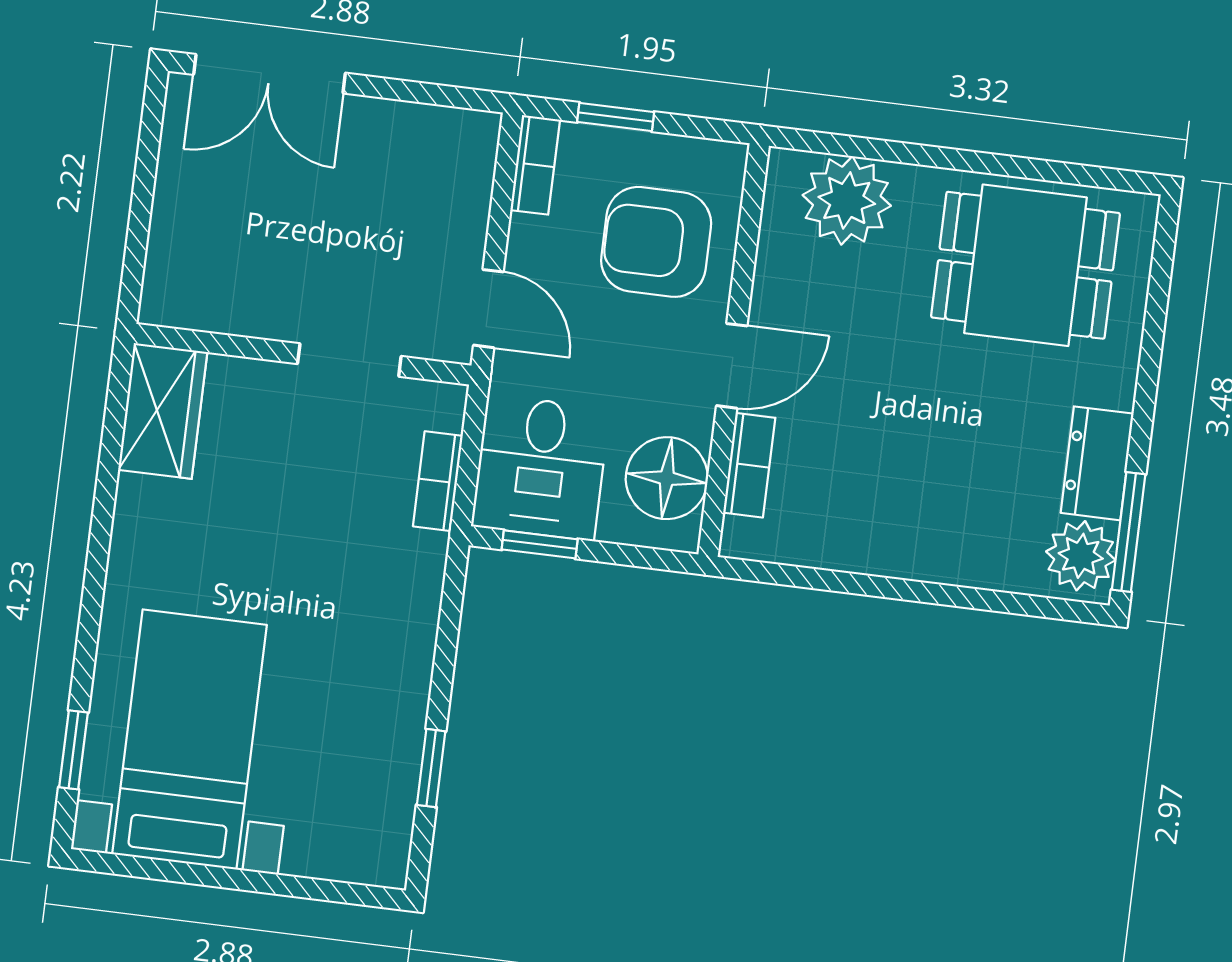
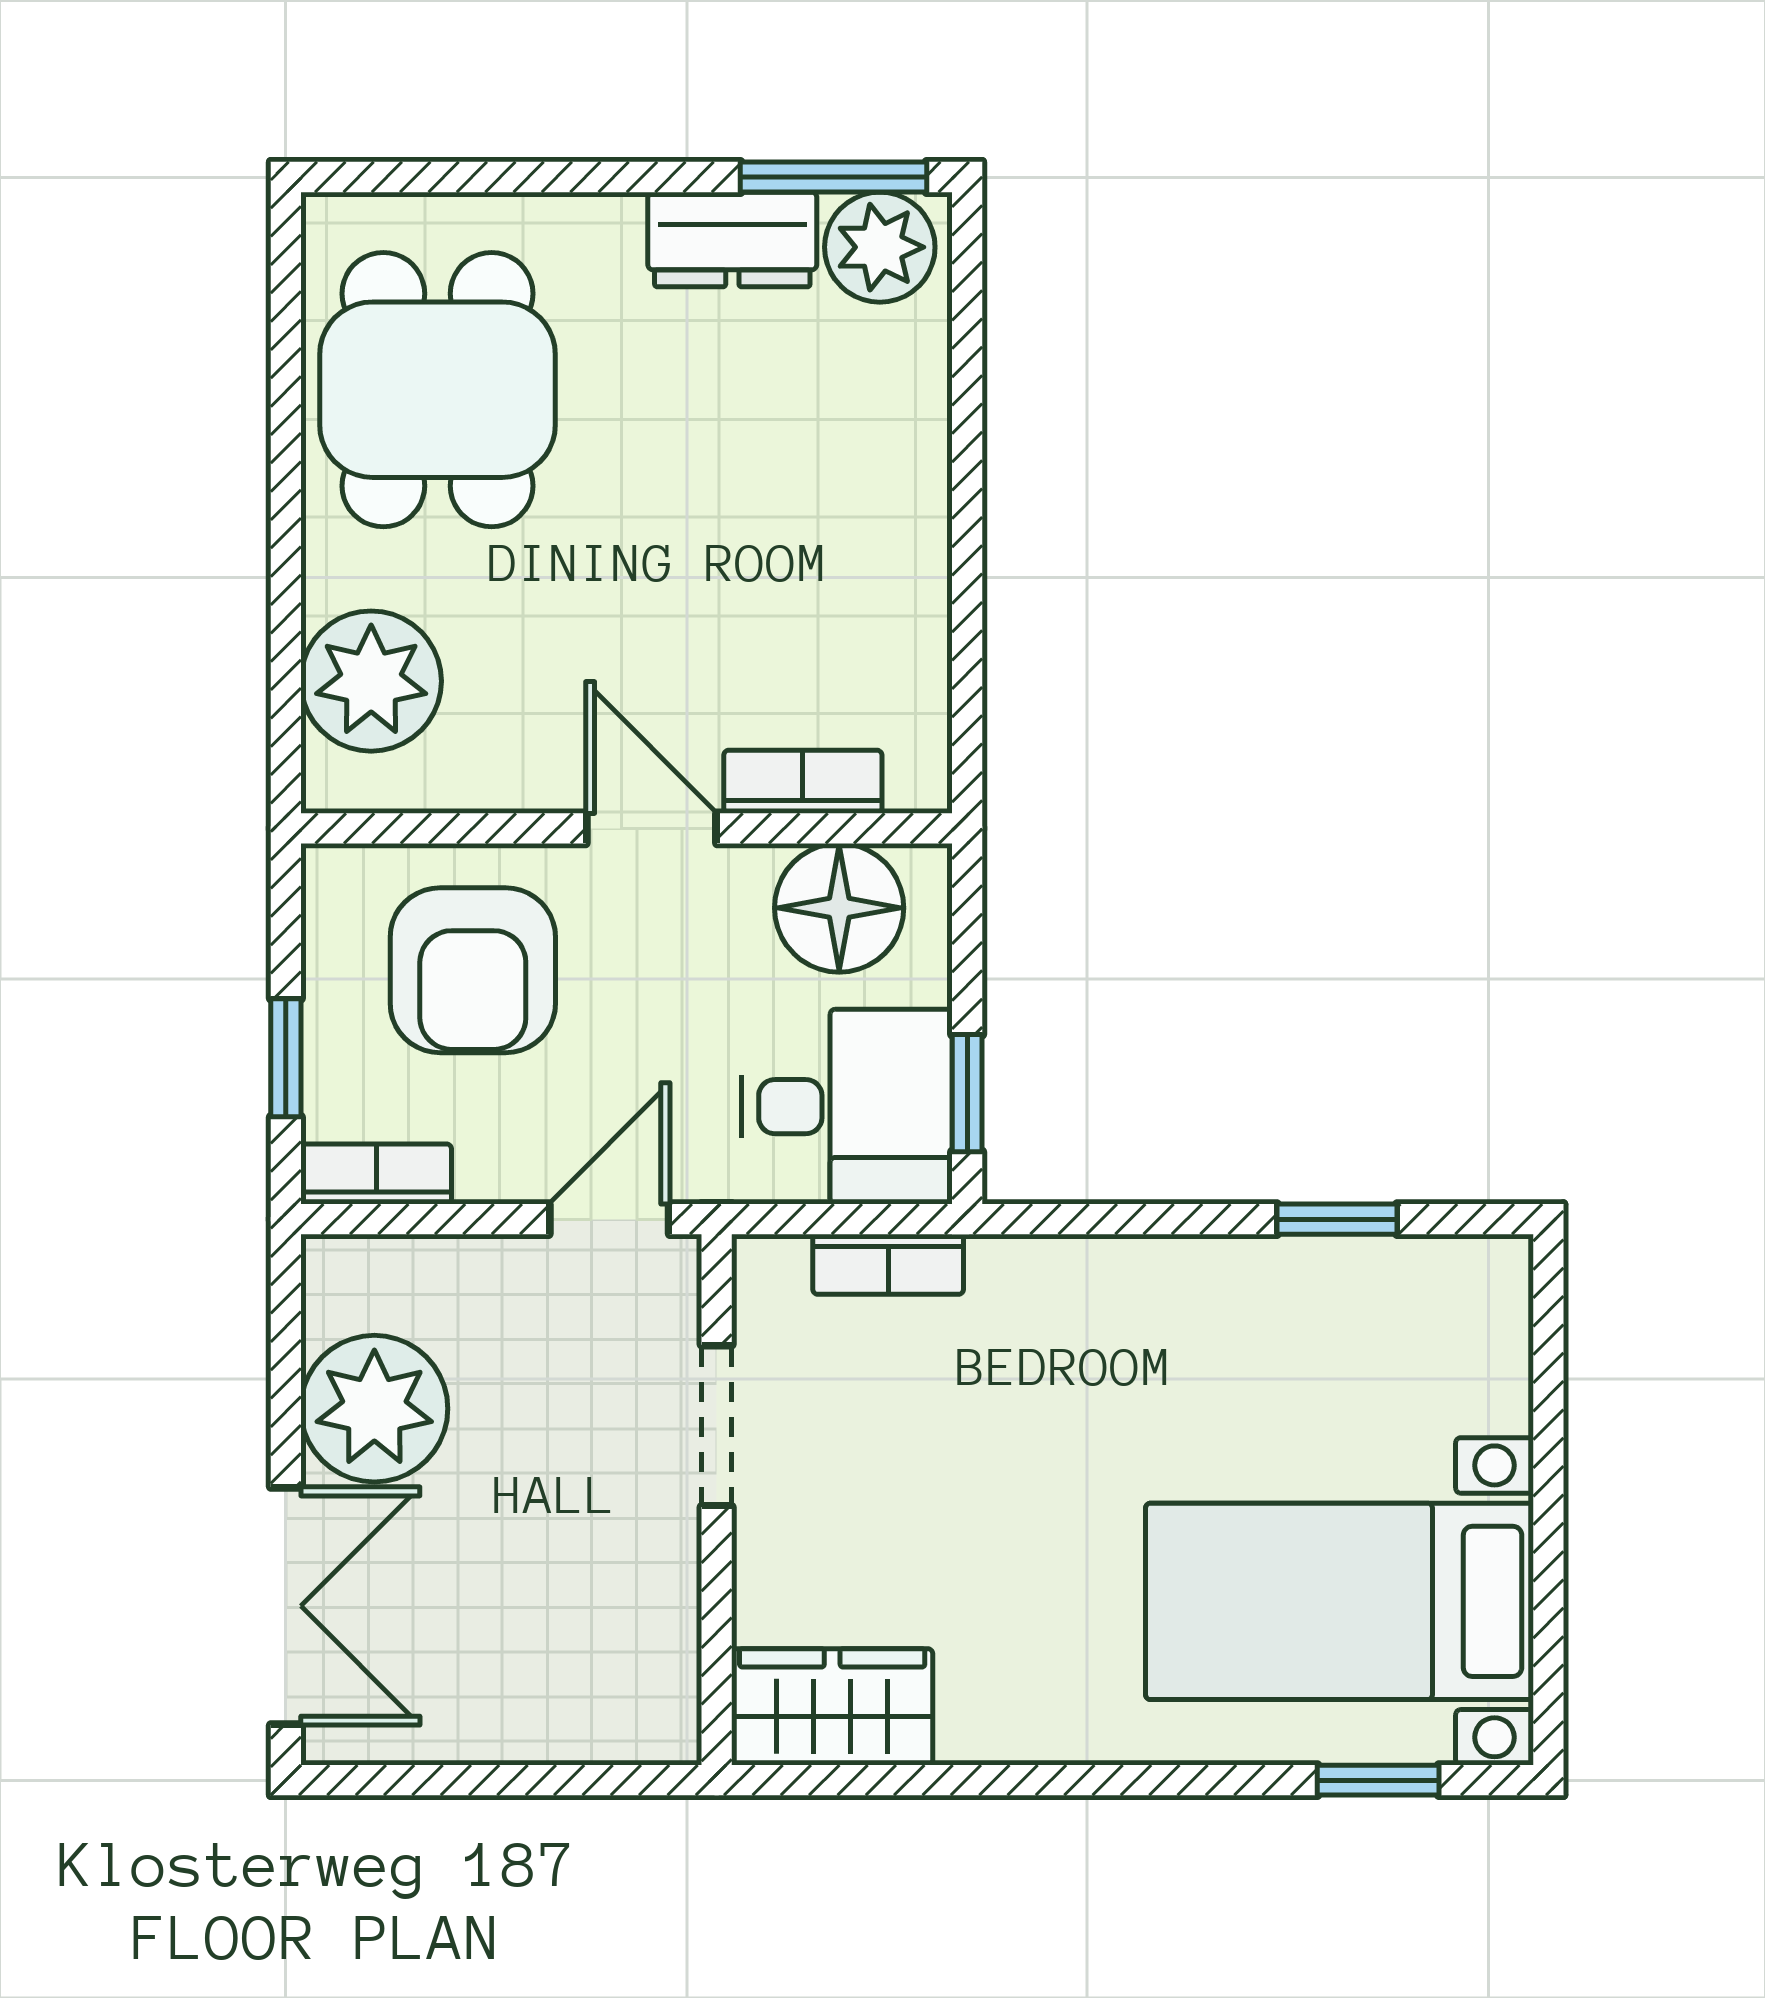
plant: (387, 145) -> (374, 1409), added

